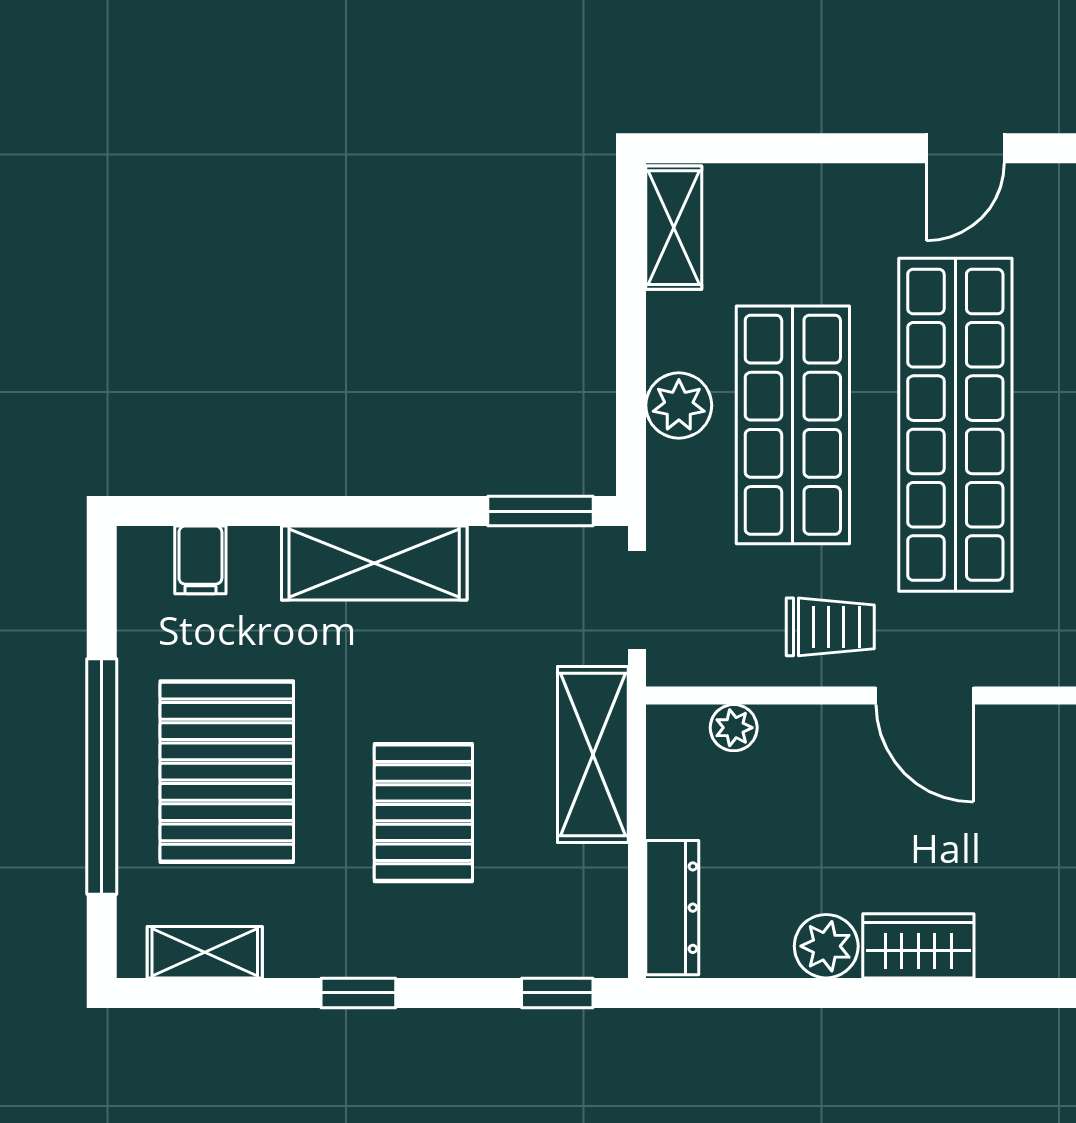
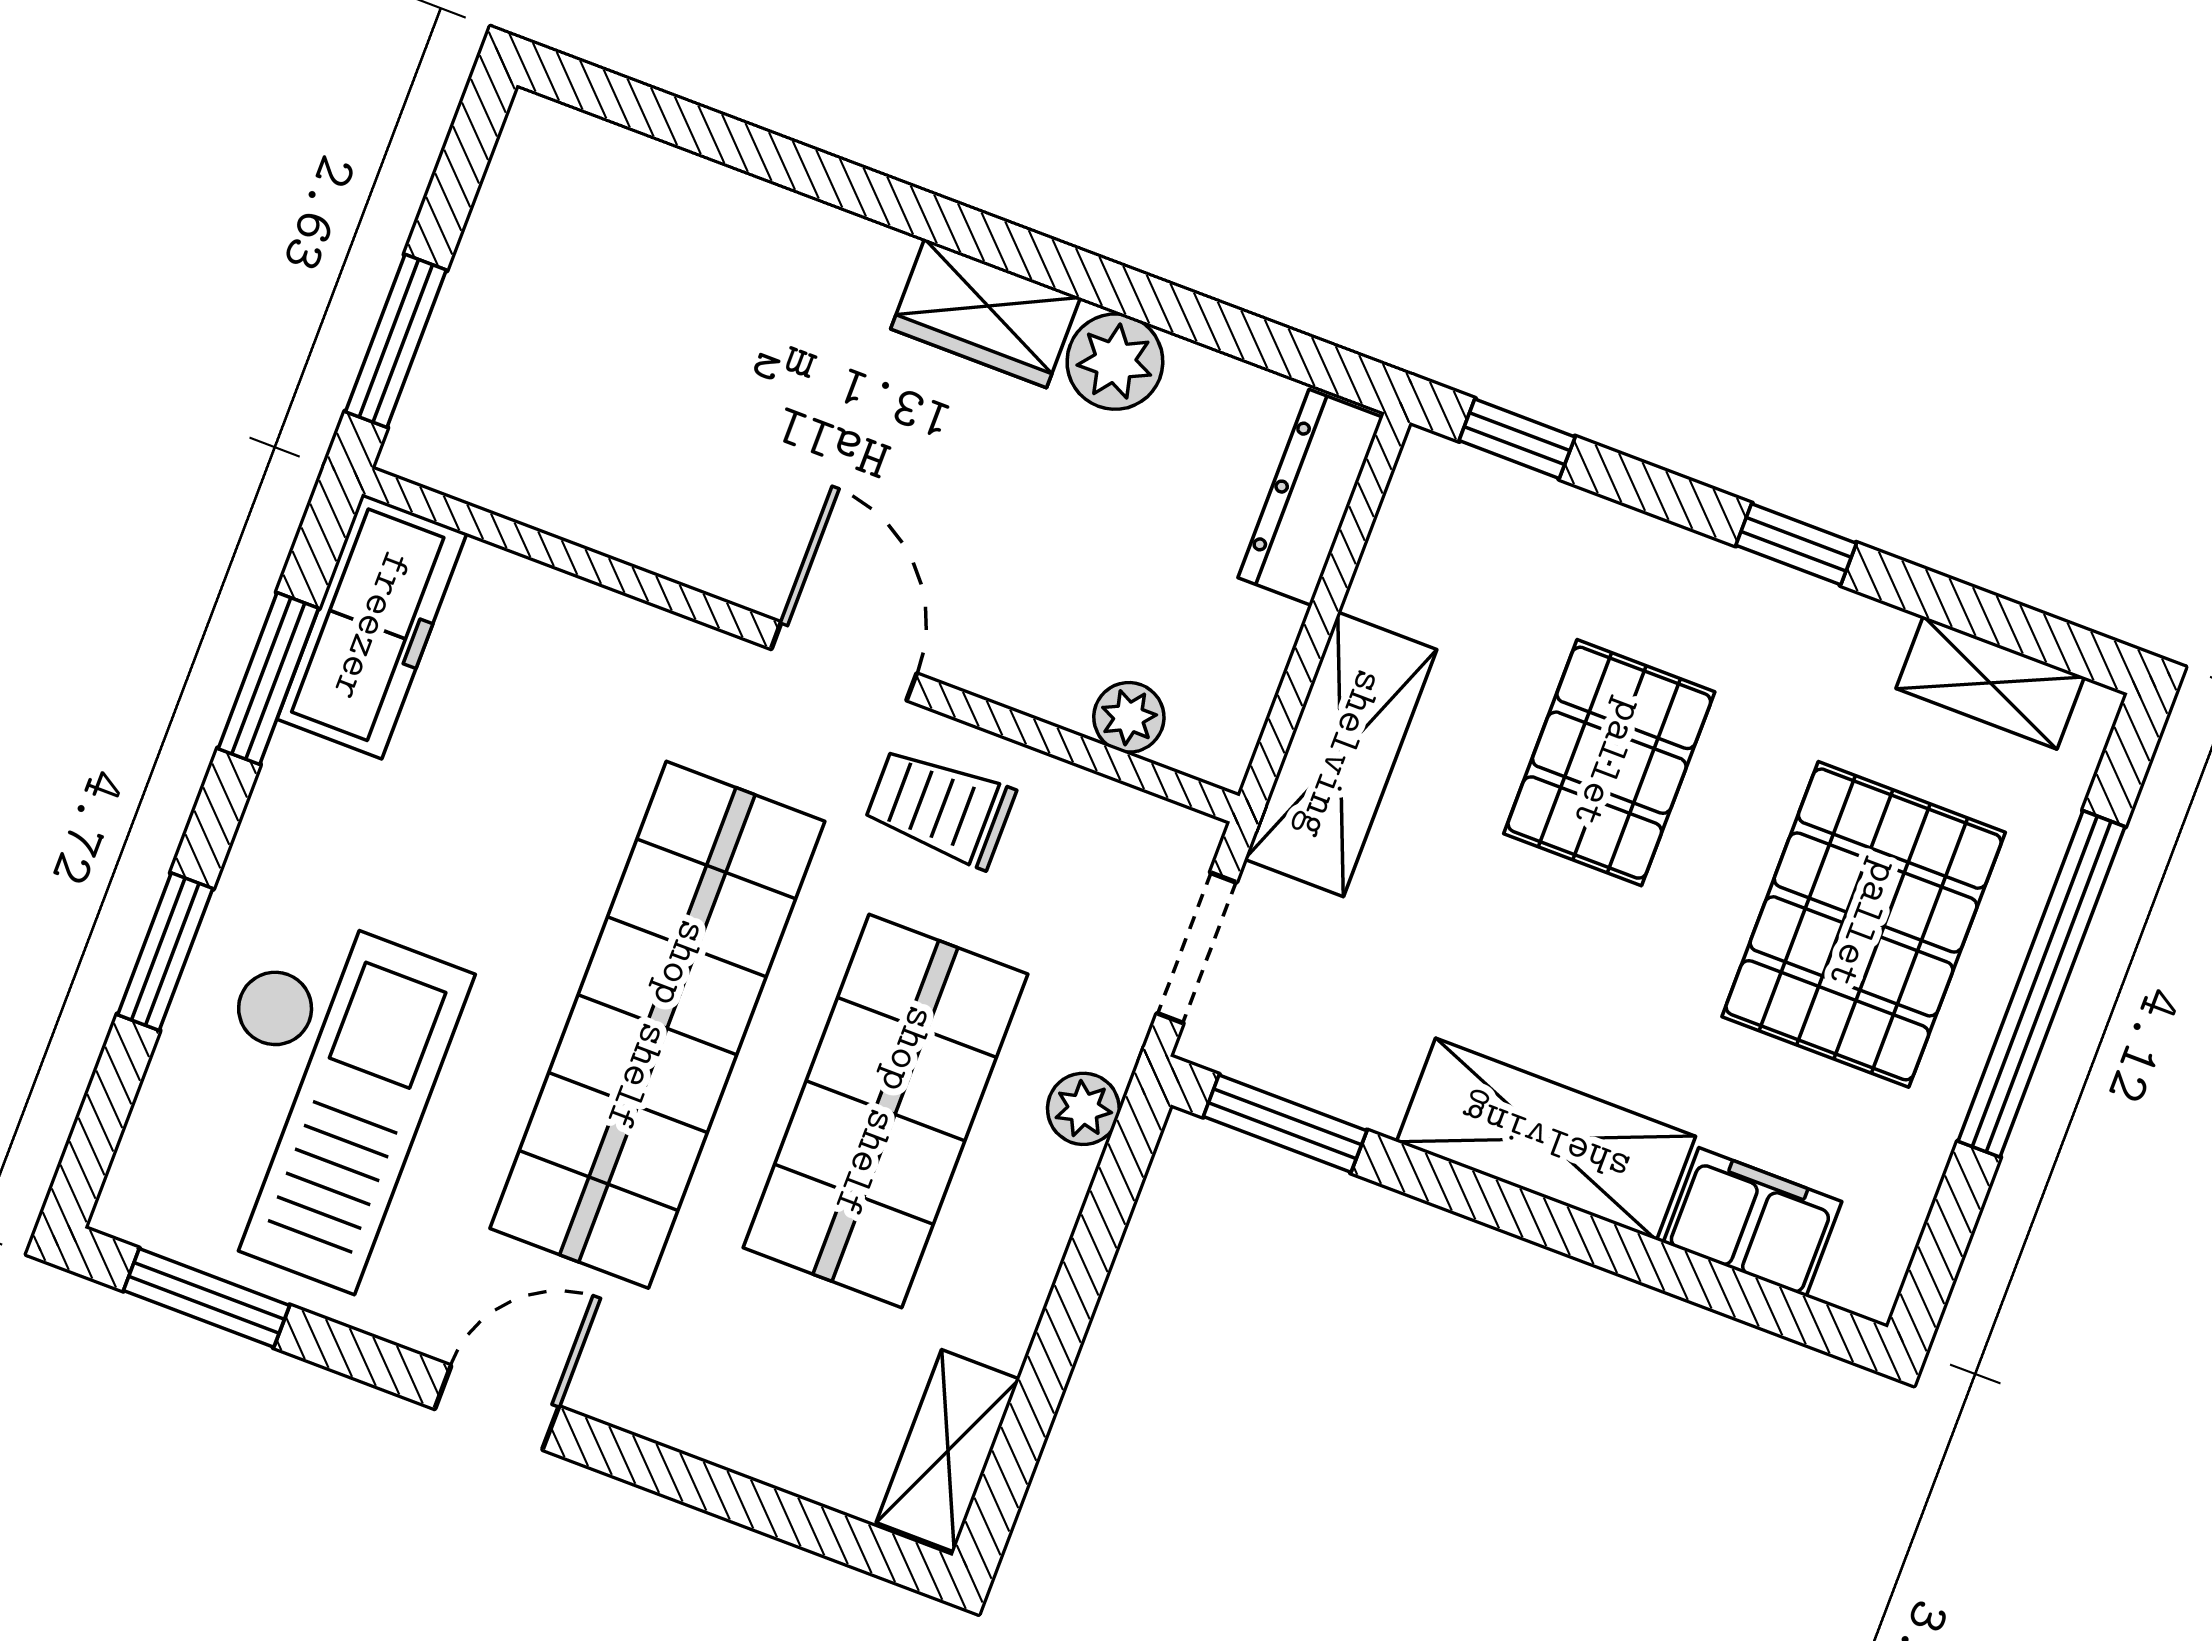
plant: (679, 405) -> (1083, 1109), moved, width x0.73, depth x0.73
filing cabinet: (200, 560) -> (1752, 1222), width x2.00

